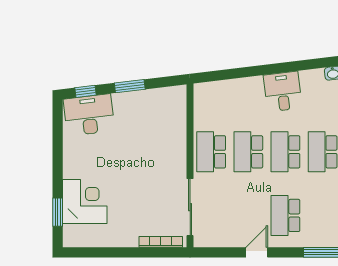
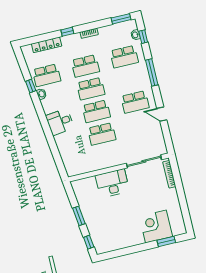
desk: (89, 115) -> (112, 183), moved, turned 97
school desk: (211, 152) -> (107, 157), removed

